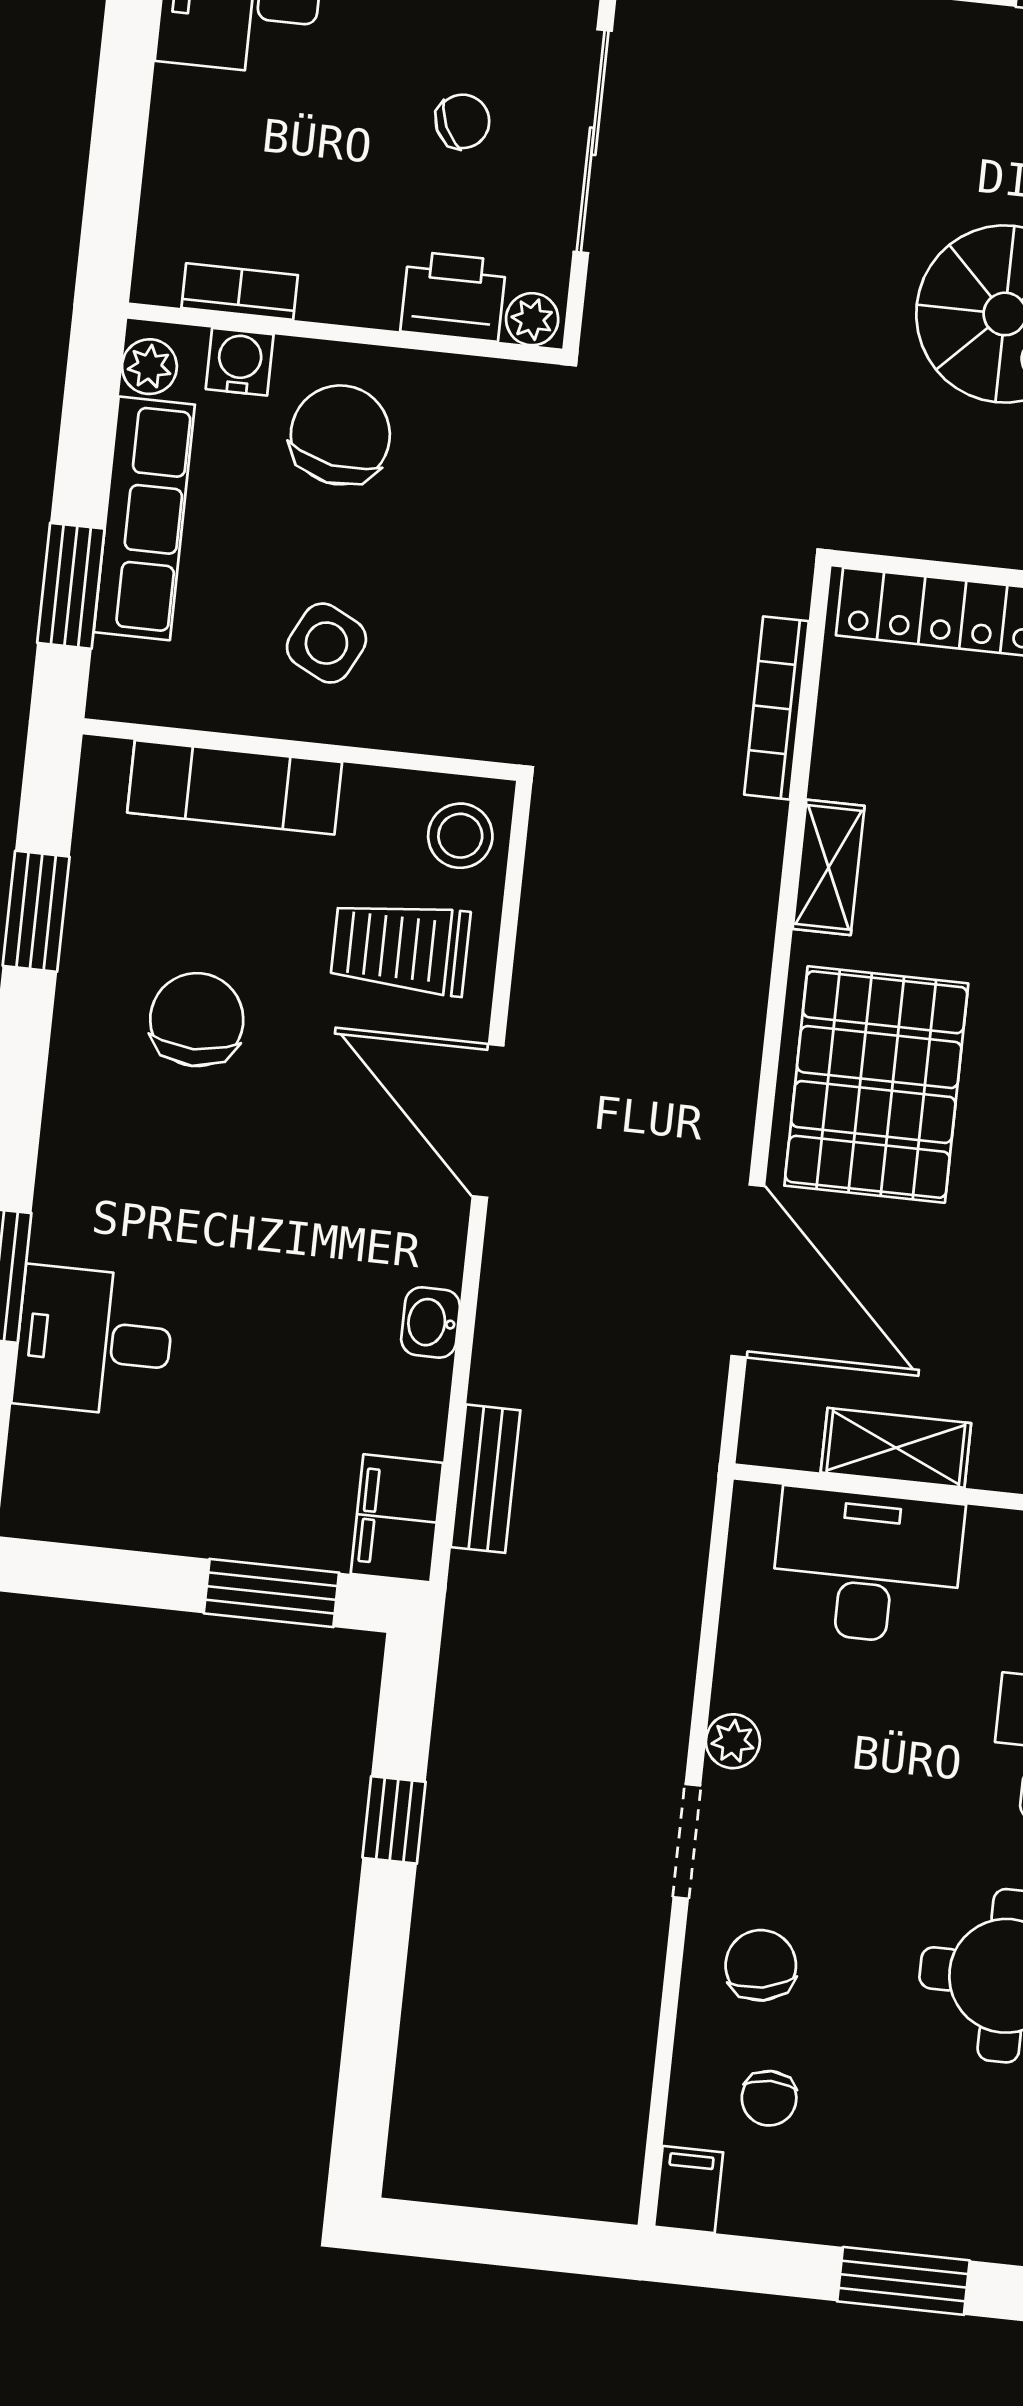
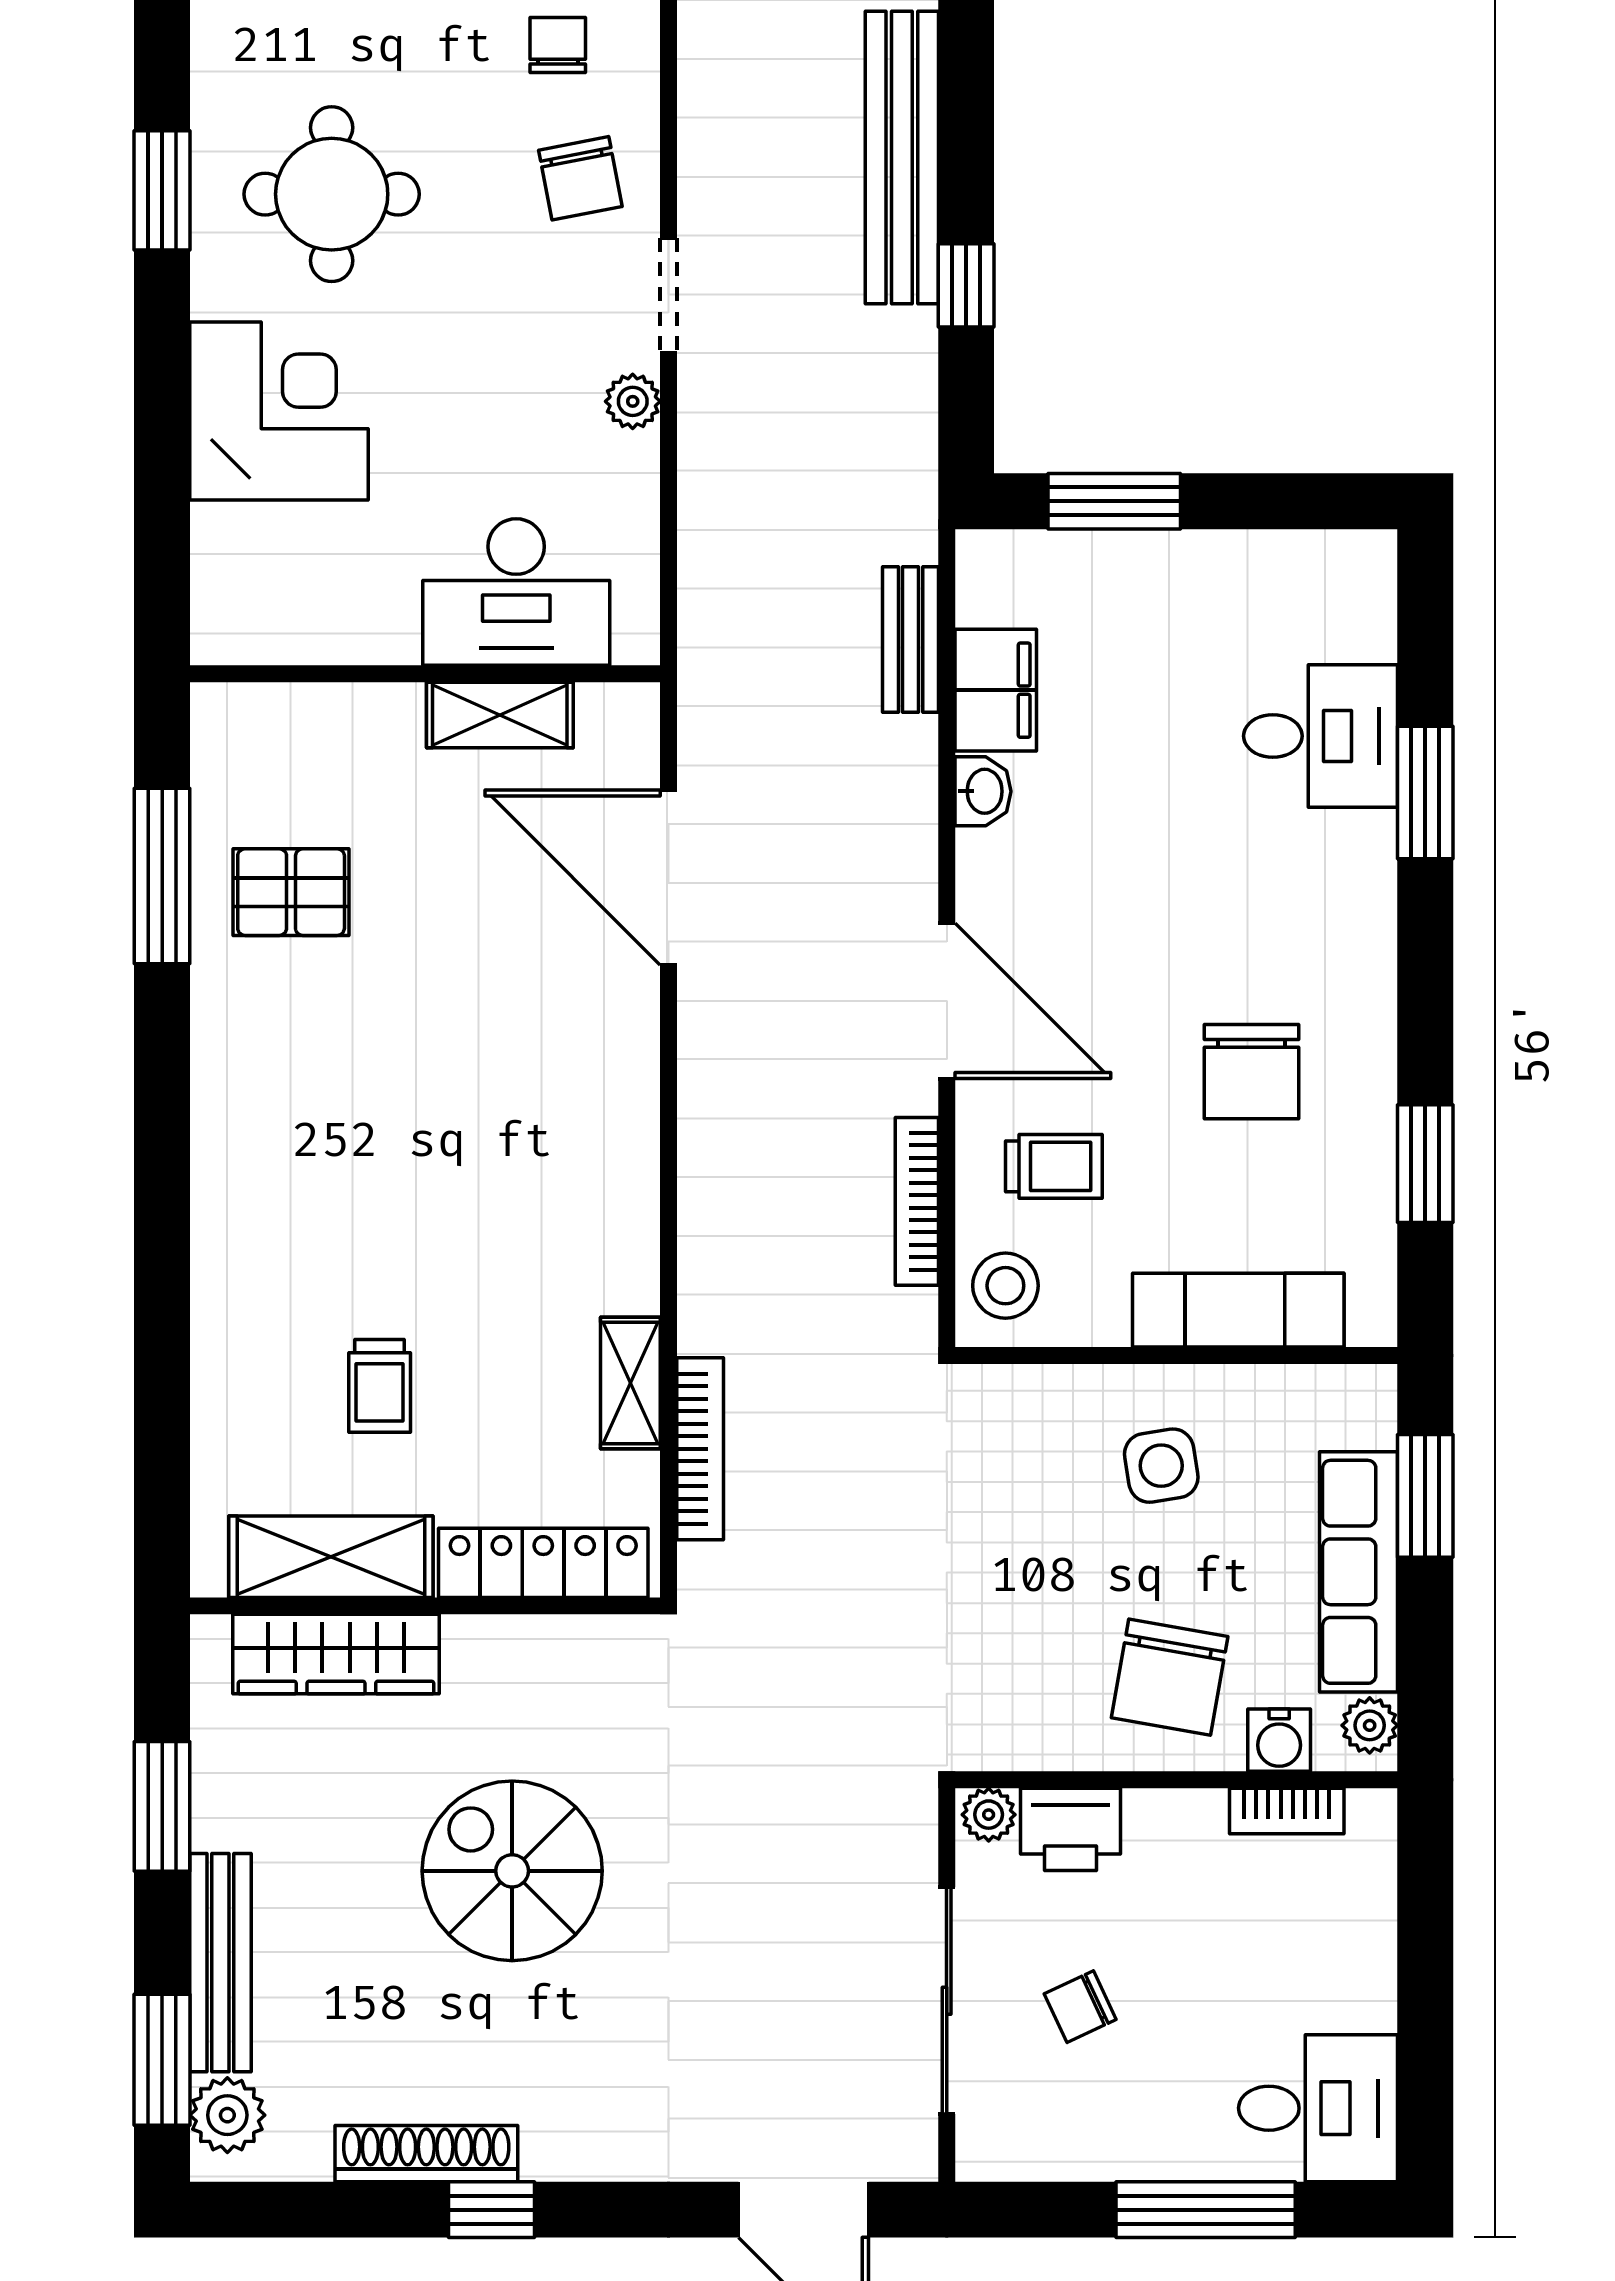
side table: (326, 643) -> (1161, 1466), turned -36
shelving: (829, 867) -> (630, 1383), moved
bookcase: (538, 928) -> (917, 1201), added
trolley: (400, 948) -> (1054, 1166), width x0.73, depth x0.72
pallet: (876, 1085) -> (559, 1079), removed
filing cabinet: (397, 1518) -> (996, 690), moved
bench: (444, 1952) -> (902, 157), added

